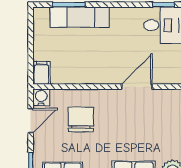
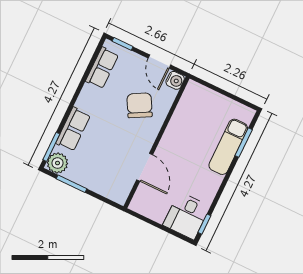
filing cabinet: (42, 73) -> (196, 91), removed
chair: (81, 119) -> (140, 105), turned -119

